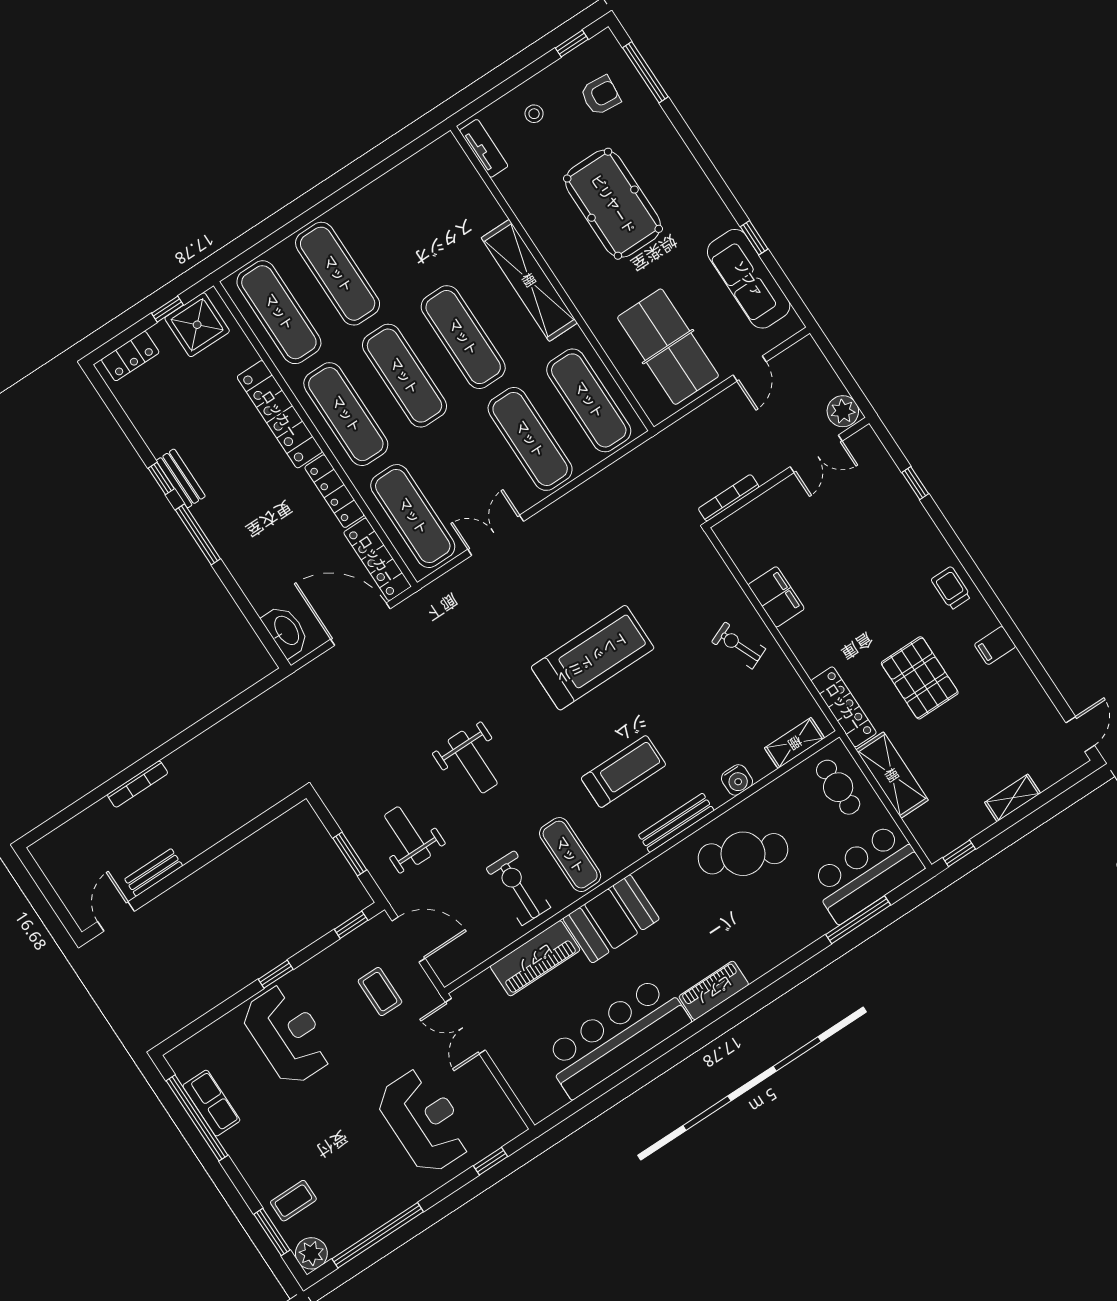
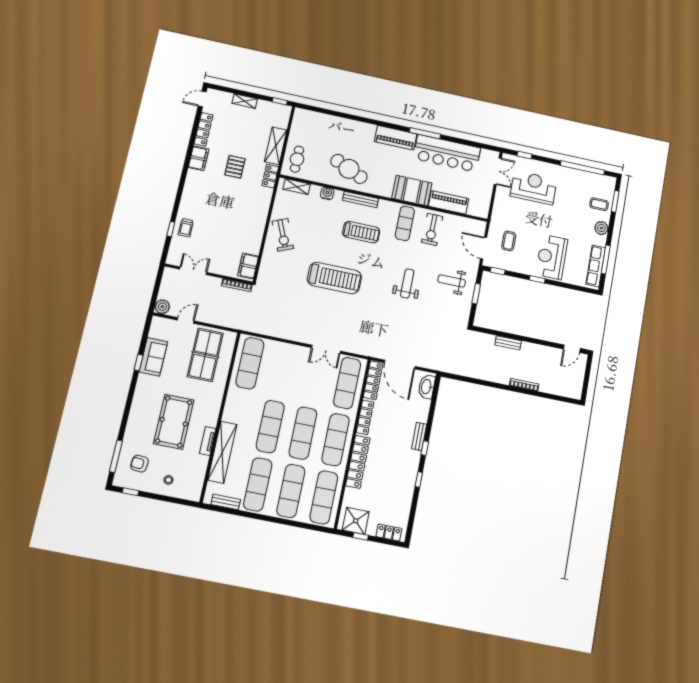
tv unit: (484, 148) -> (208, 441), moved
bench: (418, 164) -> (226, 502), added
sofa: (749, 279) -> (153, 357), width x0.73
shelving: (529, 280) -> (222, 452), moved
plant: (843, 411) -> (162, 307), moved
exercise mat: (530, 439) -> (258, 484), moved
bench: (181, 478) -> (419, 437), moved
window: (198, 534) -> (425, 448), width x0.46
trolley: (951, 588) -> (186, 228), moved
filing cabinet: (776, 597) -> (248, 266), moved
exercise bike: (739, 645) -> (283, 235), width x1.38, depth x1.39
filing cabinet: (995, 645) -> (199, 158), width x2.00
treadmill: (593, 658) -> (334, 278), turned 180
pallet: (920, 678) -> (235, 167), width x0.67, depth x0.71
locker: (1028, 688) -> (203, 129), added
locker: (844, 707) -> (270, 176), width x0.66
treadmill: (623, 771) -> (361, 232), turned 180
weight bench: (408, 836) -> (452, 281), turned 90
bench: (154, 872) -> (508, 343), moved
bar counter: (866, 873) -> (316, 124), removed
window: (858, 920) -> (425, 133), moved
piano: (714, 990) -> (396, 138), width x1.37, depth x1.33
double door: (465, 1026) -> (498, 171), moved
row of seats: (211, 1103) -> (596, 266), width x1.48
window: (197, 1118) -> (606, 259), width x0.68
reception desk: (424, 1121) -> (534, 188), turned 90
plant: (311, 1253) -> (601, 228), moved

